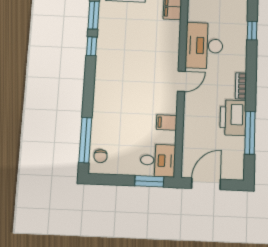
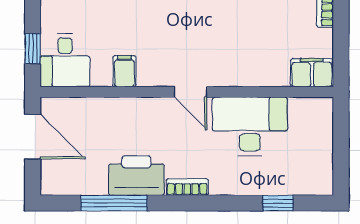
window: (149, 181) -> (33, 49), width x0.67

